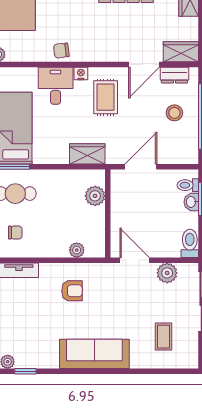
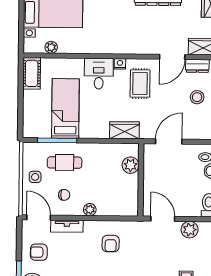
chair: (61, 51) -> (104, 45), removed
plant: (77, 250) -> (90, 210), moved
armchair: (72, 291) -> (111, 244), turned 90

